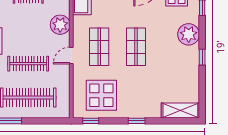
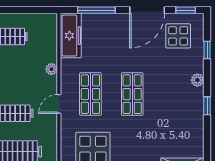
plant: (60, 25) -> (51, 69), width x0.53, depth x0.53
plant: (189, 34) -> (197, 80), width x0.53, depth x0.53

